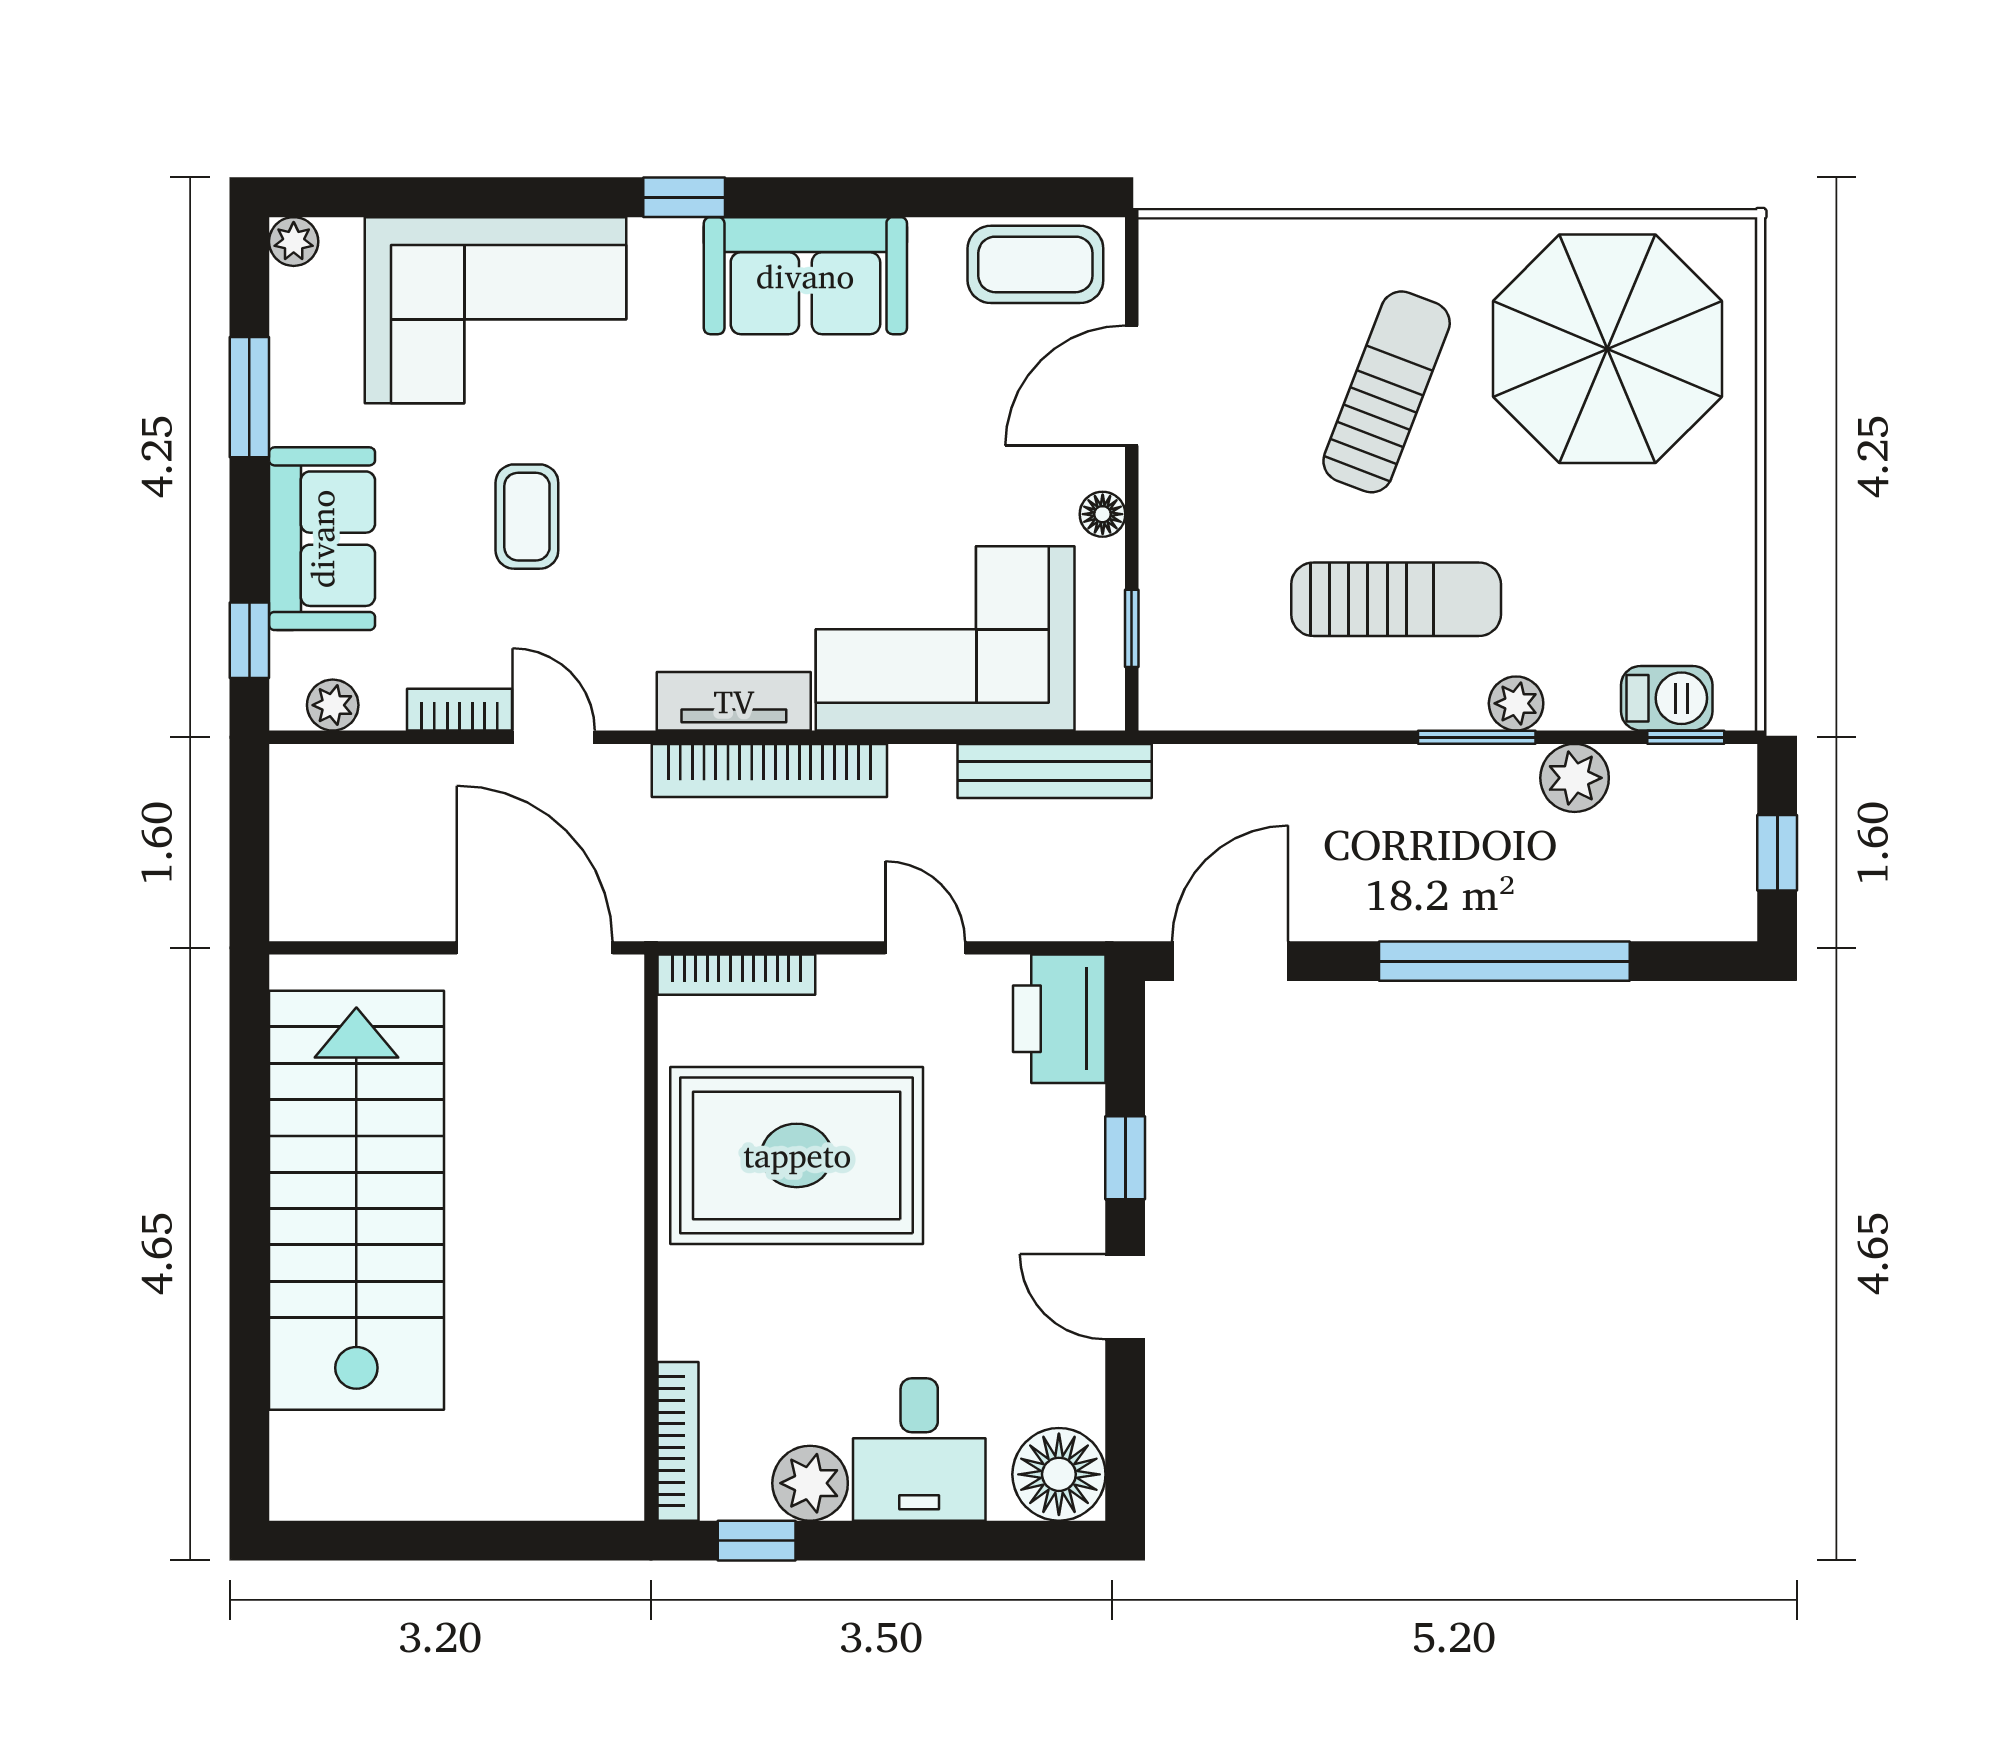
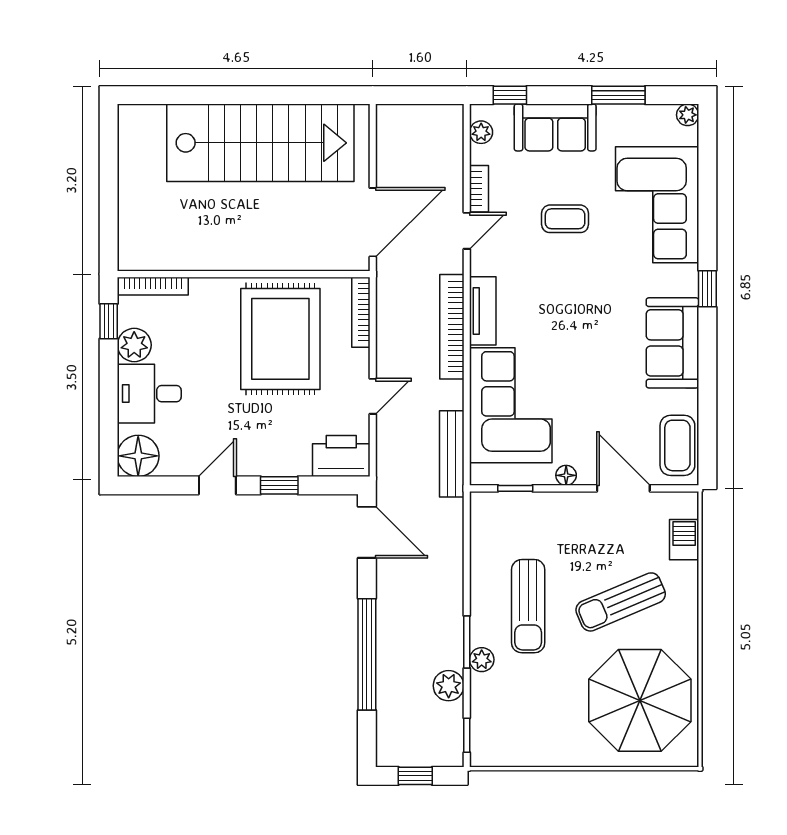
sun lounger: (1387, 392) -> (621, 602), turned 136
barbecue: (1667, 698) -> (684, 540), moved, turned 180

